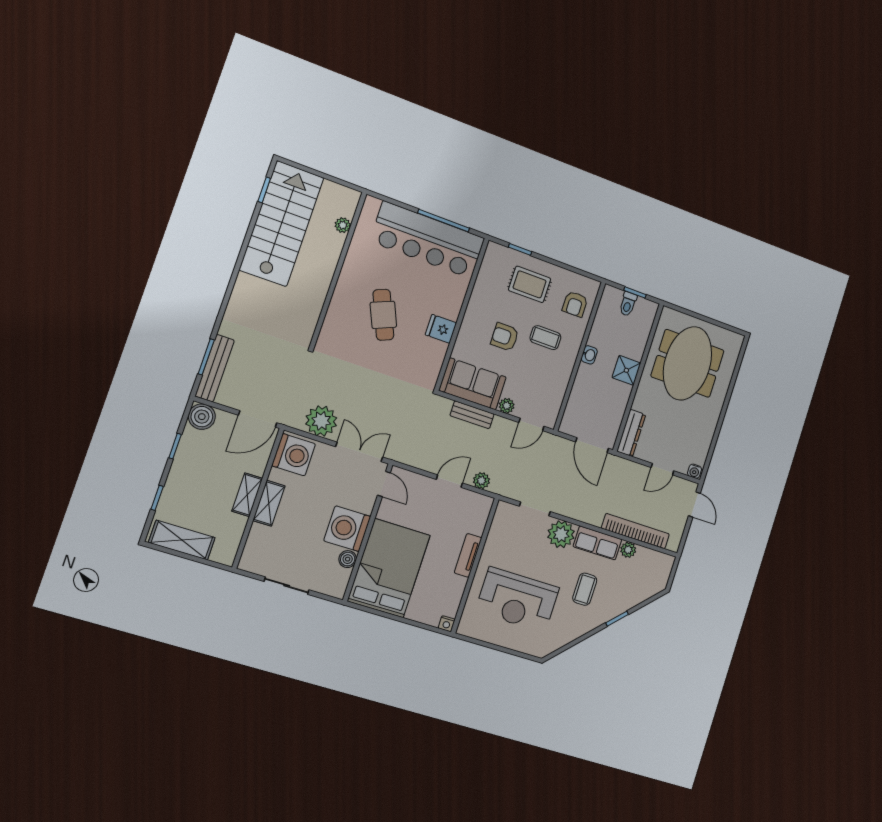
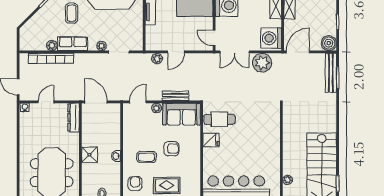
cafe table: (383, 315) -> (219, 119), moved, turned -67
plant: (561, 534) -> (102, 46), width x0.53, depth x0.53

